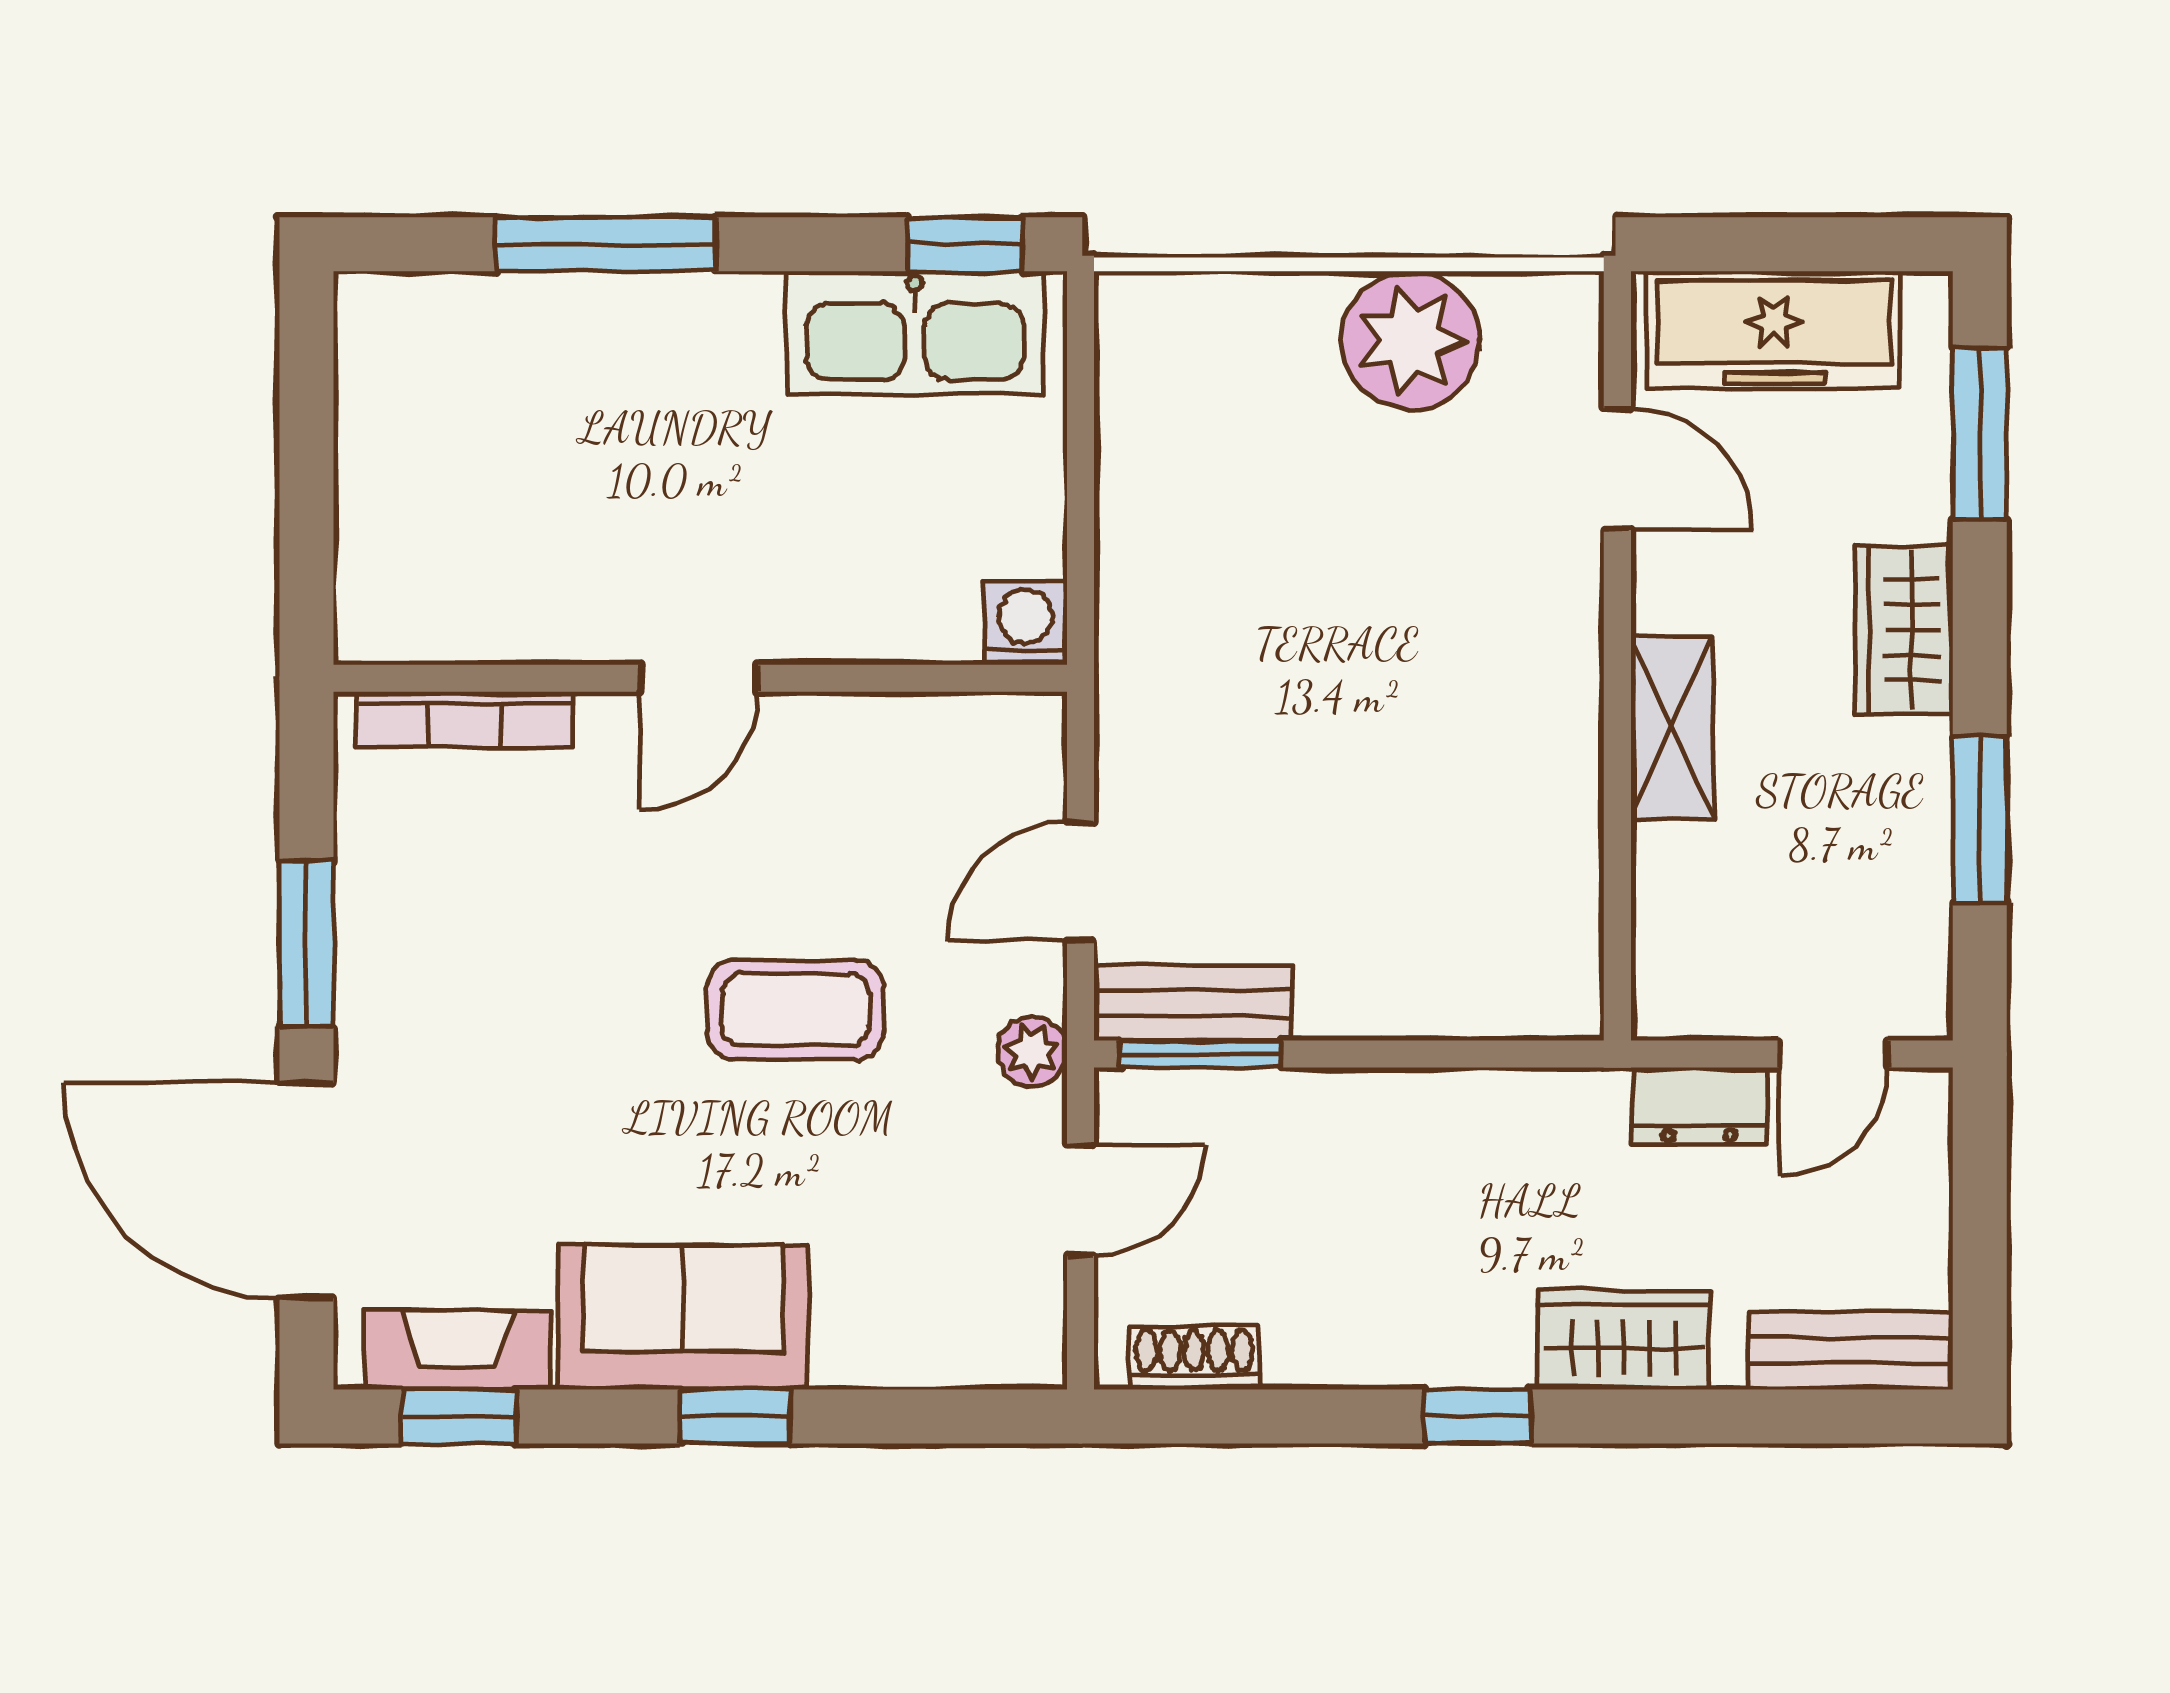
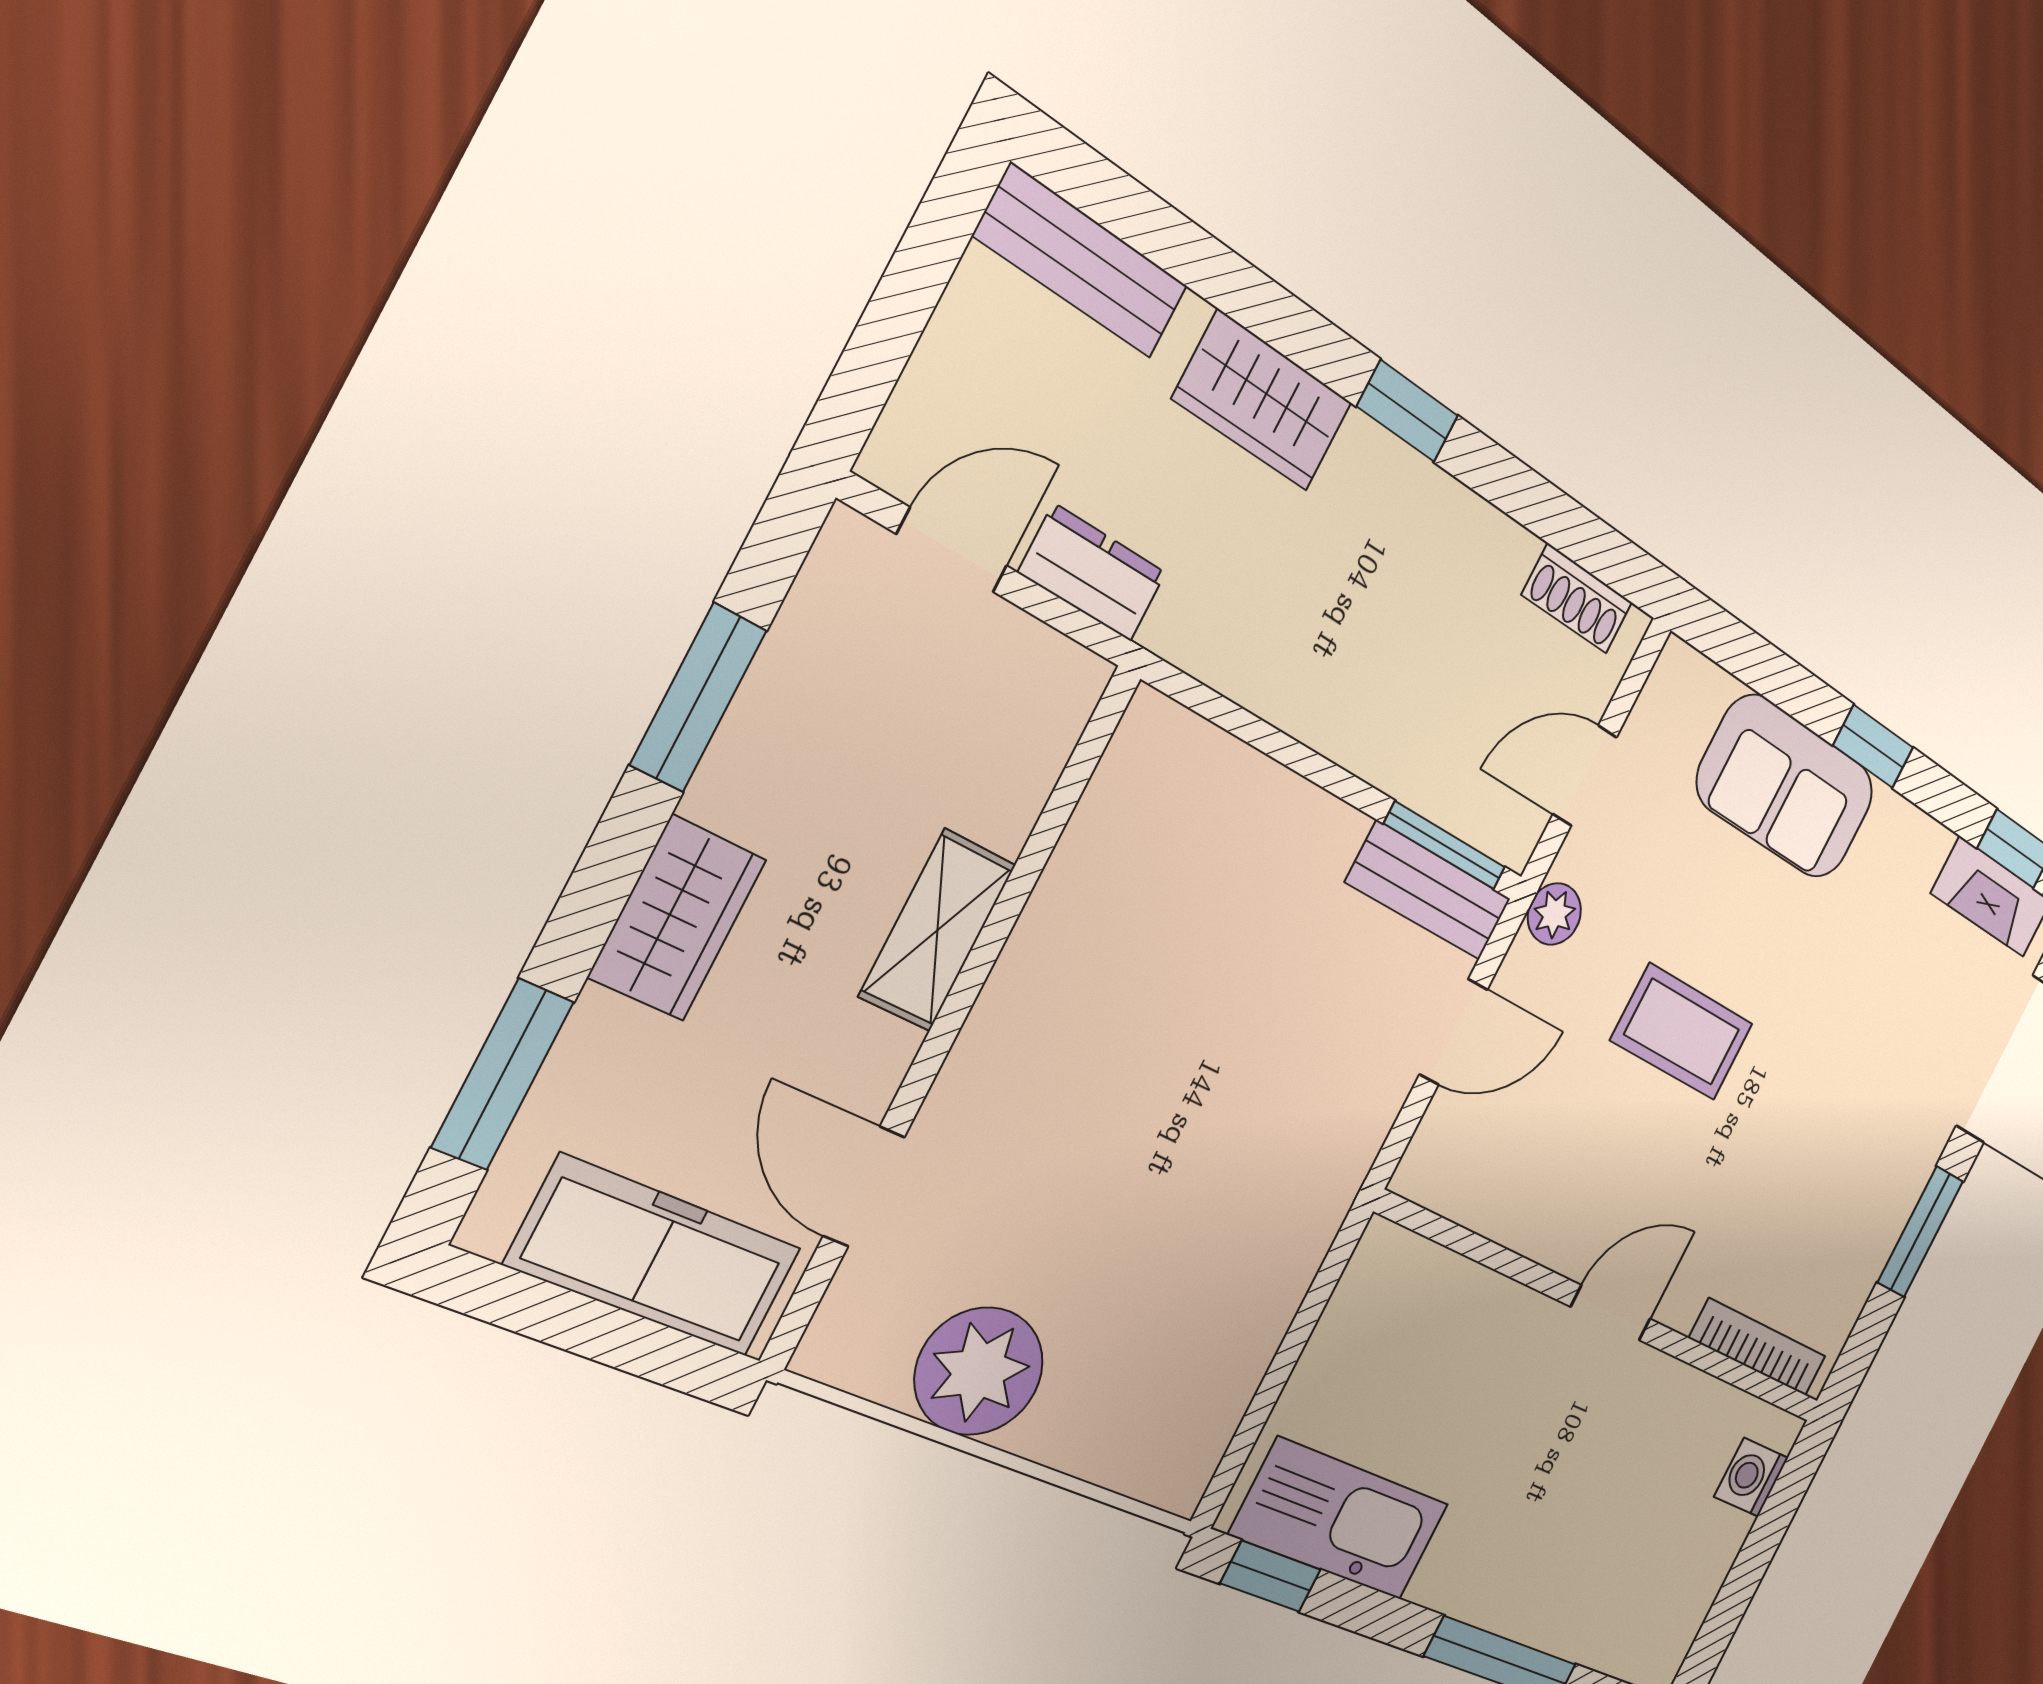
washing machine: (1025, 623) -> (1751, 1477), moved, turned 90
sofa: (683, 1317) -> (1786, 787), moved

